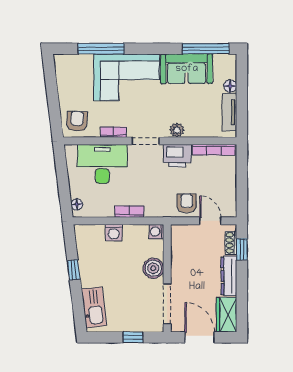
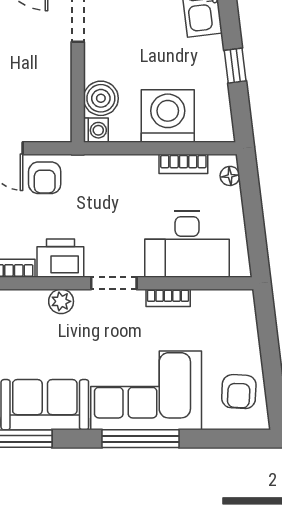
window: (101, 49) -> (140, 439), moved
armchair: (77, 121) -> (239, 392), moved
bookcase: (129, 212) -> (183, 164), moved
washing machine: (114, 233) -> (168, 116), width x1.89, depth x1.89
boiler: (153, 268) -> (101, 98), moved

